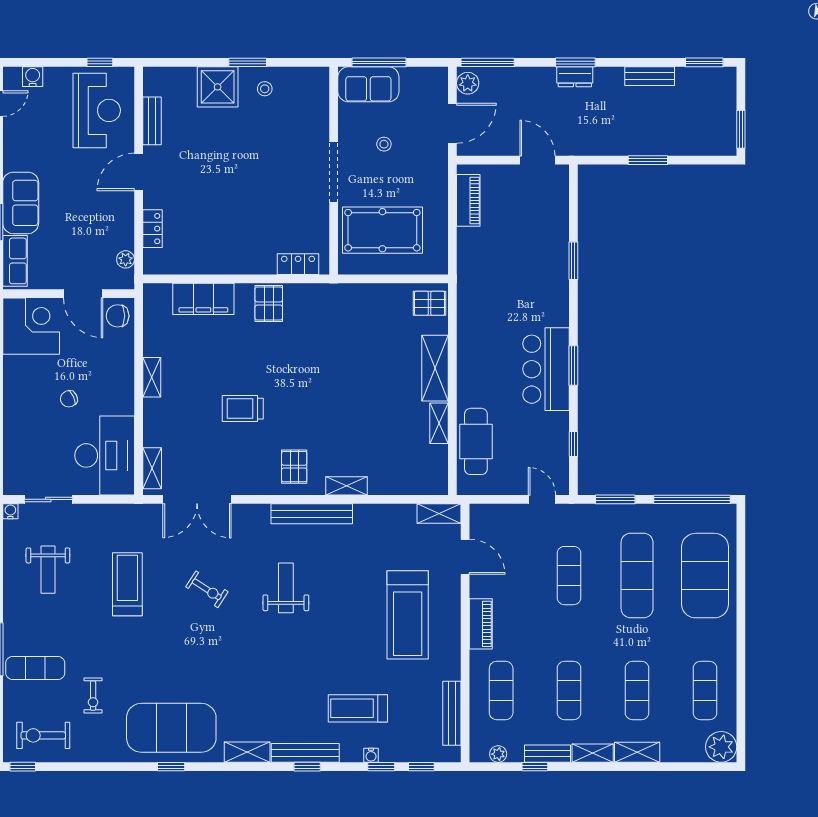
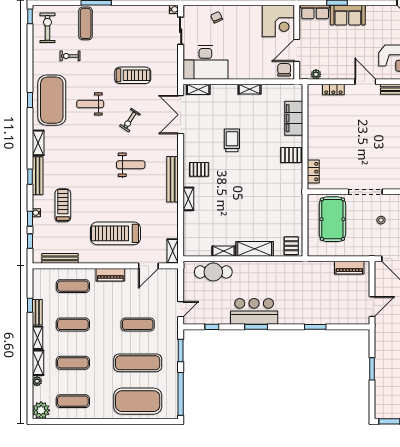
chair: (69, 399) -> (217, 17), moved
weight bench: (48, 570) -> (90, 104), moved
plant: (498, 754) -> (37, 381), moved

